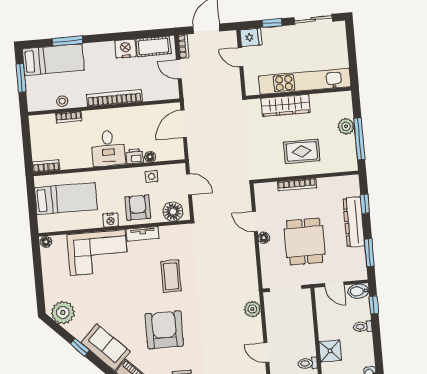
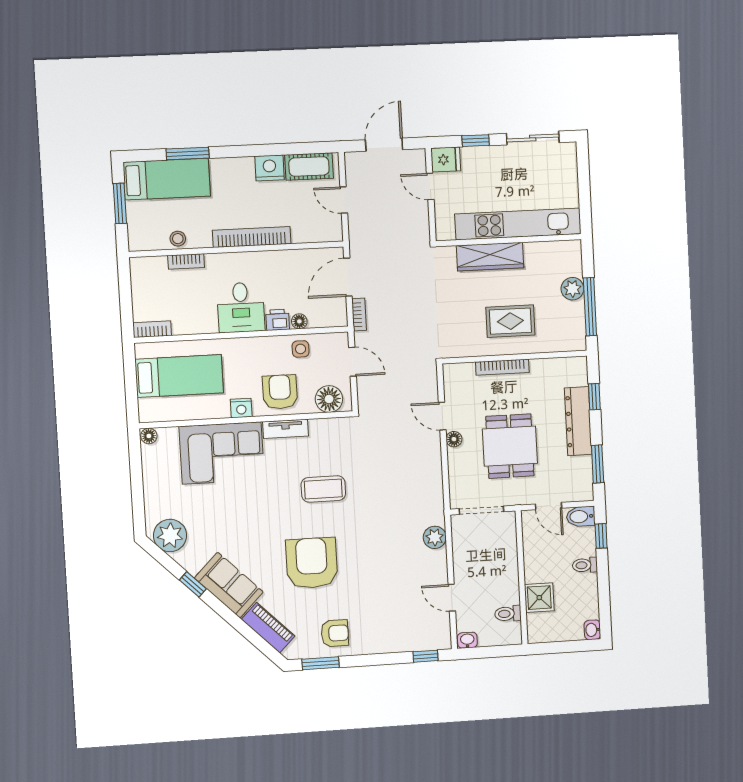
bookcase: (183, 46) -> (359, 314), moved
coffee table: (171, 276) -> (323, 489), turned 90

